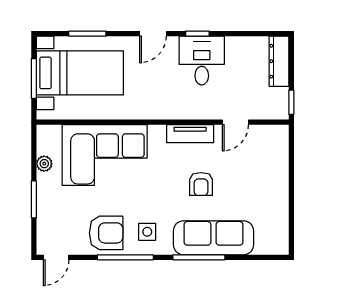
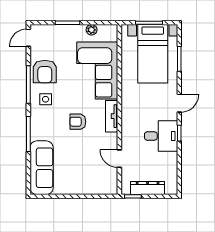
door: (153, 34) -> (179, 103), swing flipped
dresser: (279, 61) -> (148, 188), moved
tv unit: (190, 134) -> (112, 116), moved
armchair: (201, 184) -> (78, 122), moved
sofa: (213, 238) -> (42, 168), moved
door: (56, 257) -> (28, 38), hinge flipped

